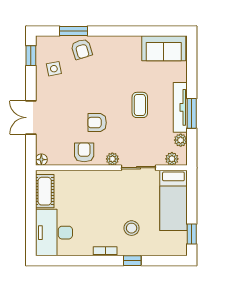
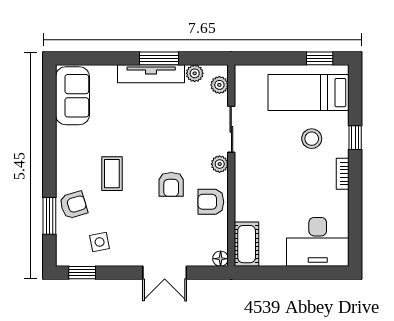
coffee table: (140, 105) -> (112, 174), moved, turned 90
cot: (45, 191) -> (247, 244), moved, turned 90
bed: (173, 200) -> (309, 93), moved, turned 180

